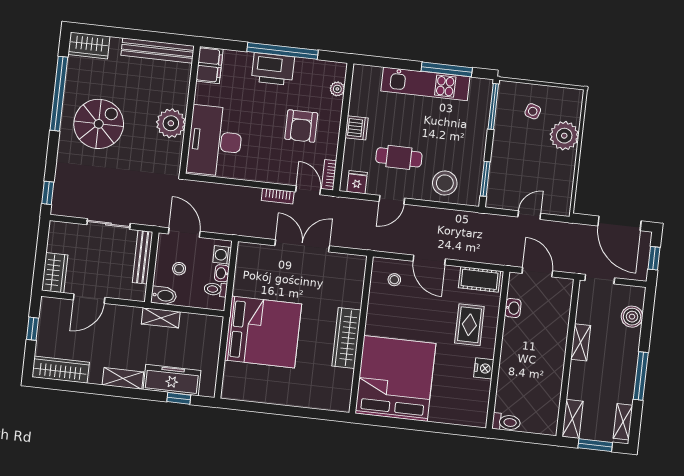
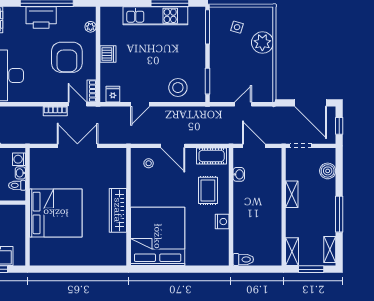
armchair: (301, 126) -> (67, 57), width x1.36, depth x1.36
cafe table: (399, 157) -> (142, 72), removed

